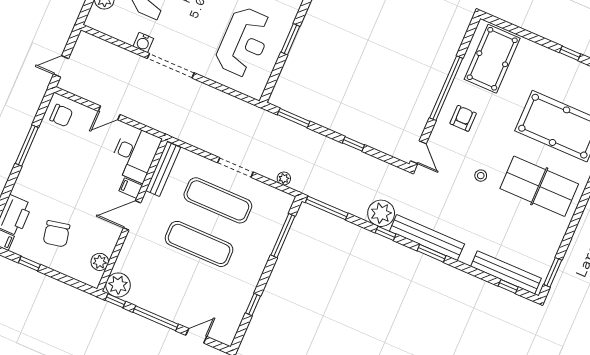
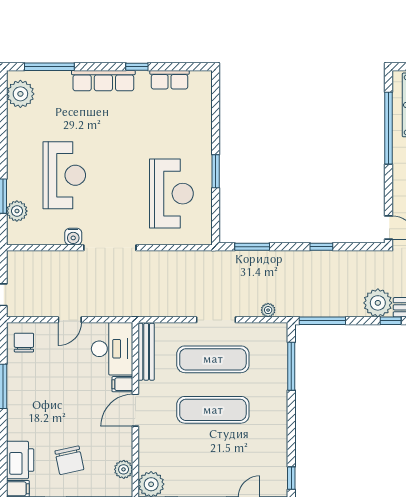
window: (446, 88) -> (389, 128), moved
chair: (61, 115) -> (24, 343), turned -90
window: (253, 304) -> (291, 478), moved

